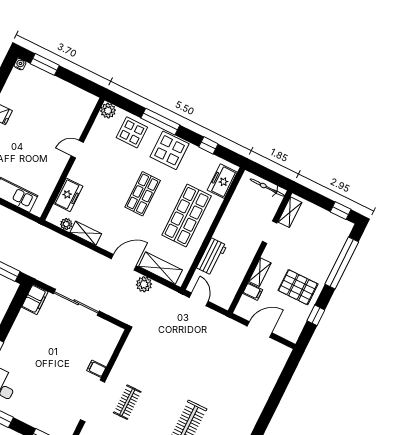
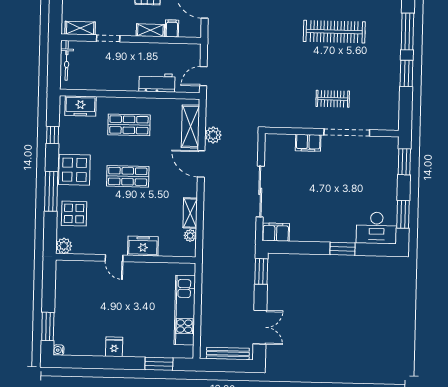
freezer: (68, 195) -> (143, 246), moved
shop shelf: (187, 216) -> (129, 125), width x0.70, depth x0.74
filing cabinet: (96, 369) -> (308, 143), width x2.00

